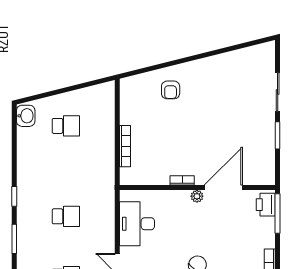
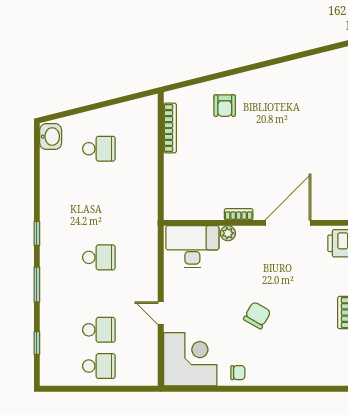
bookcase: (125, 146) -> (170, 128), moved
plant: (197, 196) -> (228, 233), moved
desk: (137, 224) -> (192, 247), moved, turned 90

